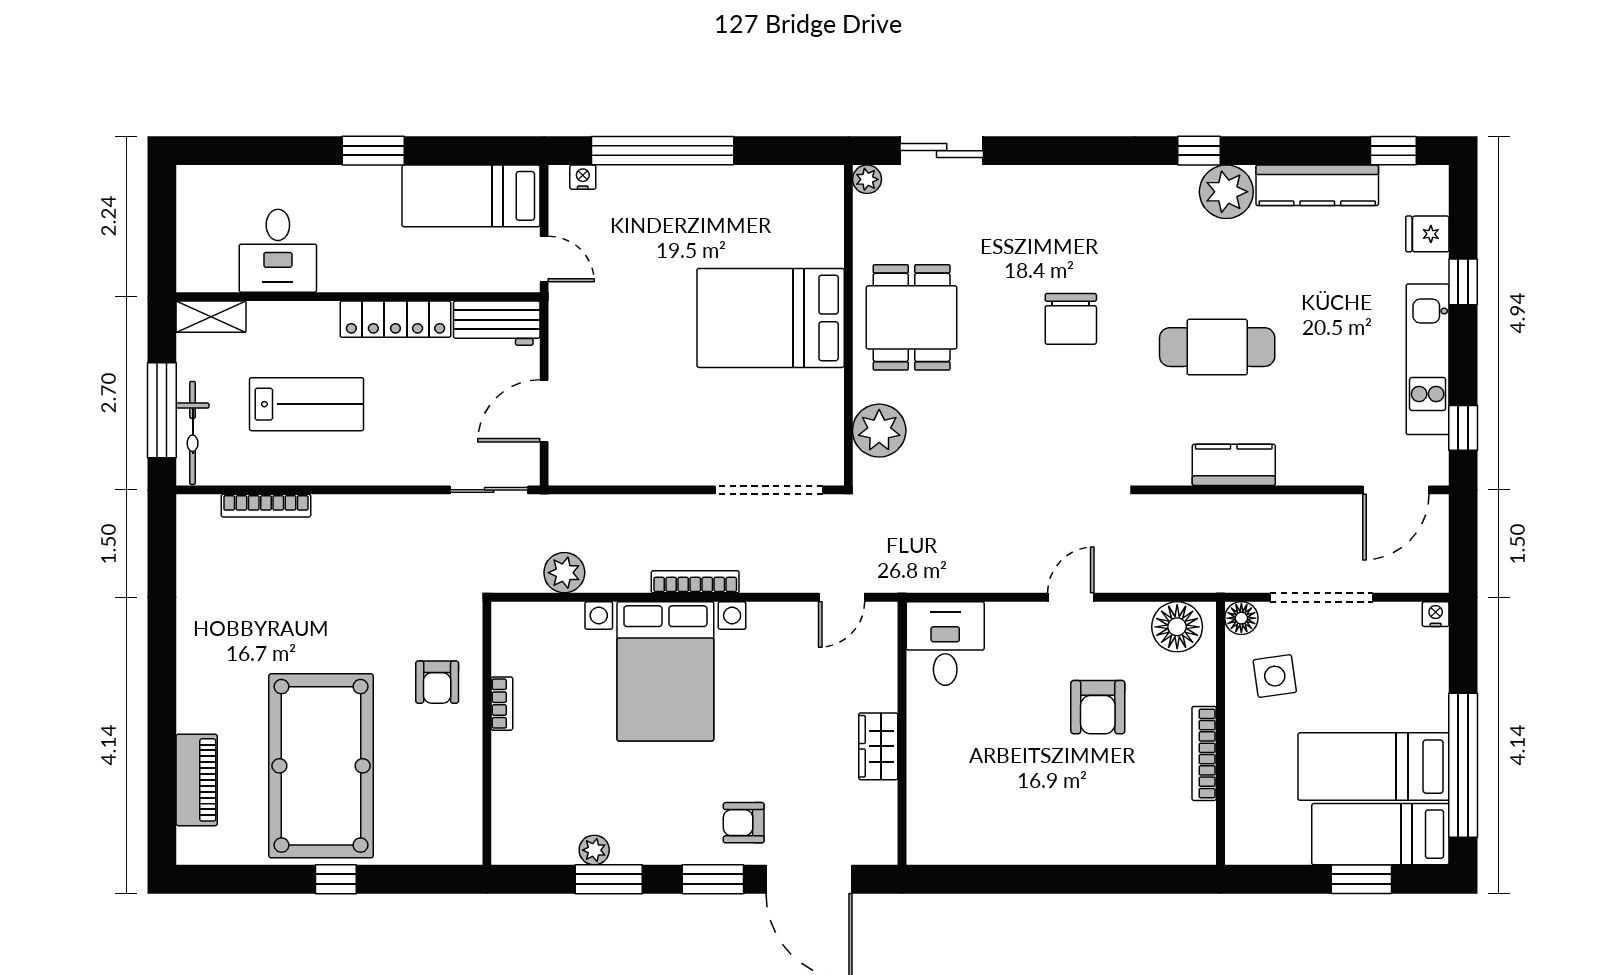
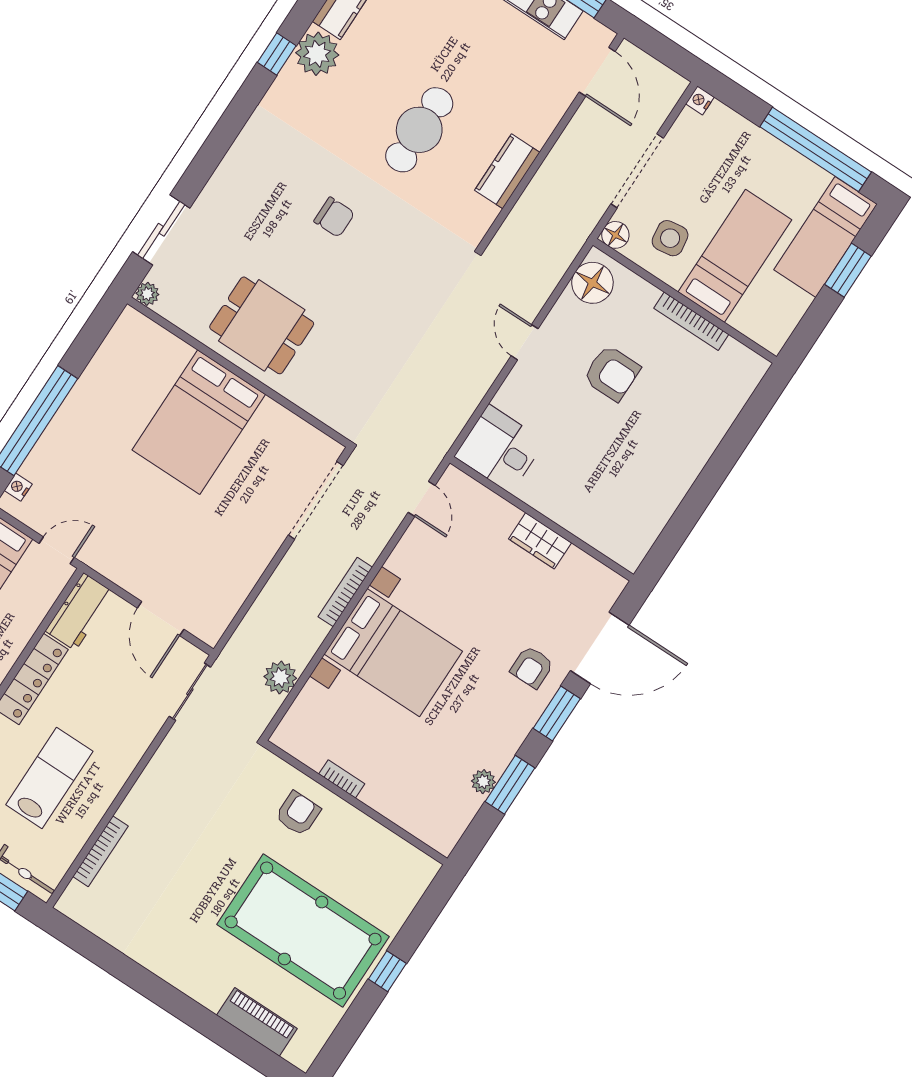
chair: (1071, 319) -> (334, 217), width x0.73, depth x0.73
plant: (879, 431) -> (325, 398), removed
armchair: (437, 682) -> (298, 814), turned -90
bed: (1373, 767) -> (735, 256), moved, turned 180

